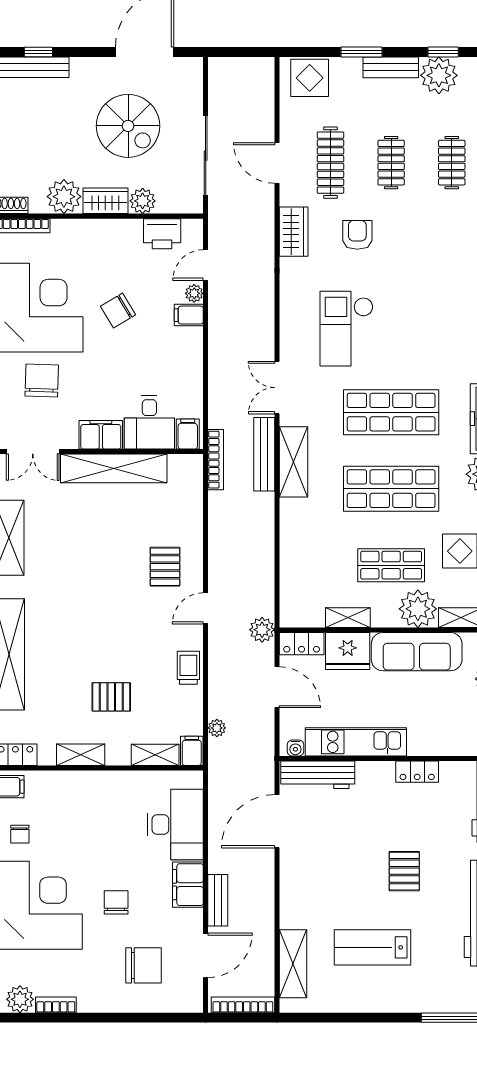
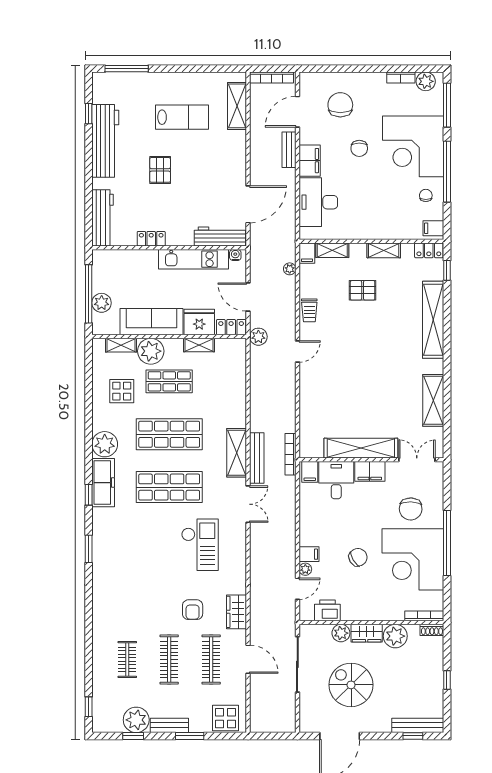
clothes rail: (391, 163) -> (169, 660), width x1.36
pallet: (165, 567) -> (325, 380), removed
chair: (143, 965) -> (340, 105), turned 90

